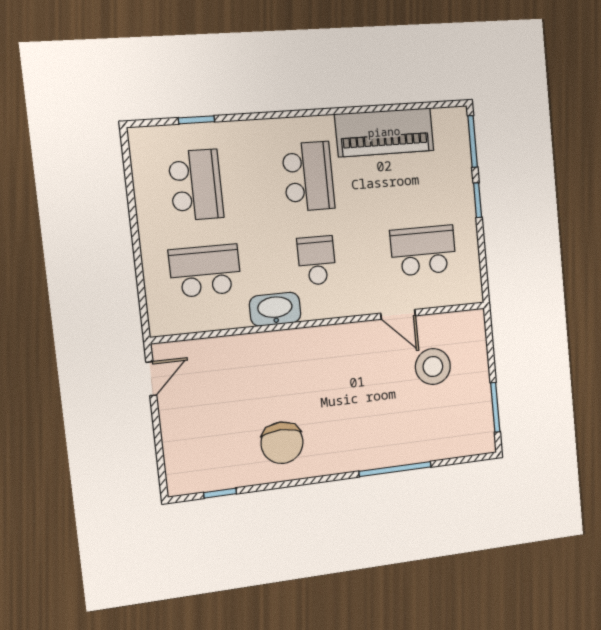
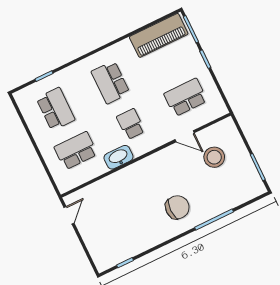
piano: (384, 132) -> (159, 35), moved
school desk: (308, 176) -> (110, 82), turned 180
chair: (282, 443) -> (177, 207), moved, turned -90

